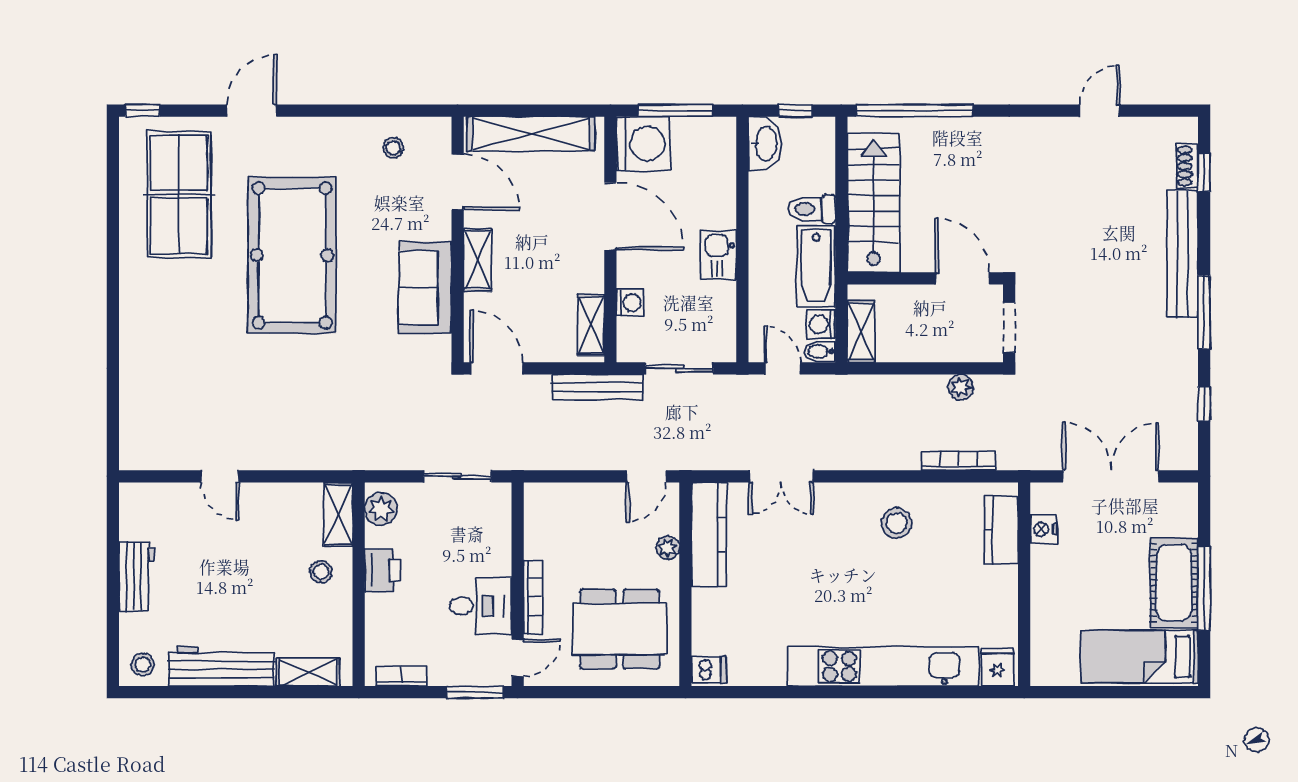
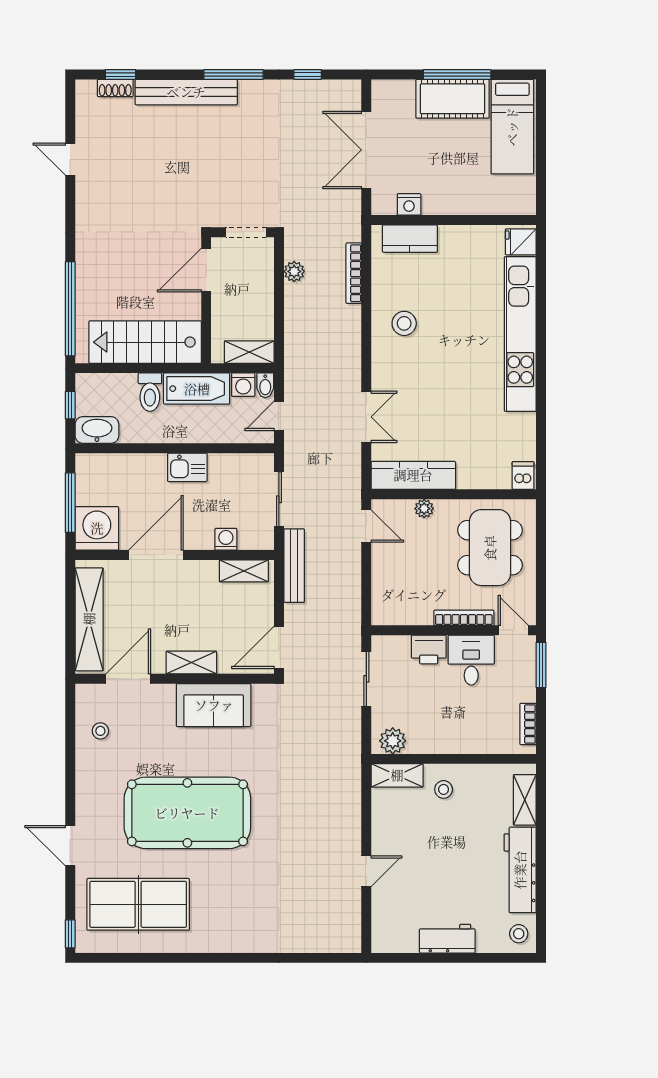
printer: (382, 570) -> (429, 649), moved, turned 180

